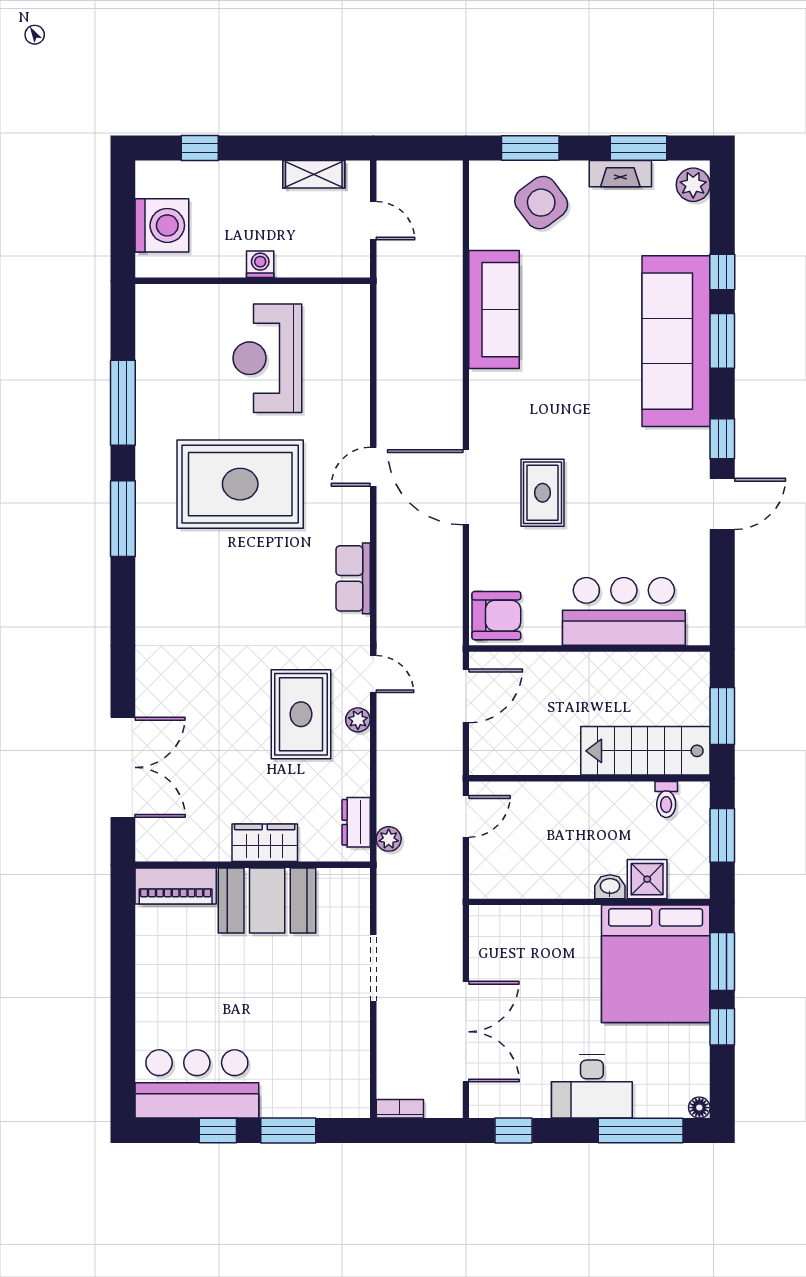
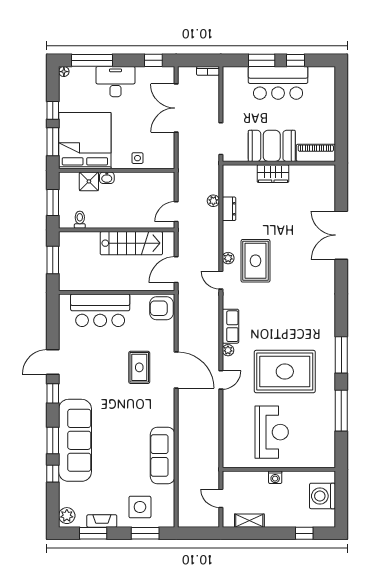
side table: (541, 203) -> (140, 507), turned 37
plant: (358, 528) -> (228, 350), added
stairs: (645, 751) -> (131, 243), moved
wardrobe: (265, 843) -> (273, 174), moved
wall: (253, 865) -> (279, 163), moved
piano: (176, 886) -> (316, 153), moved
booth: (267, 901) -> (272, 146), moved
side table: (546, 928) -> (137, 158), added
bar counter: (197, 1084) -> (278, 83), moved

